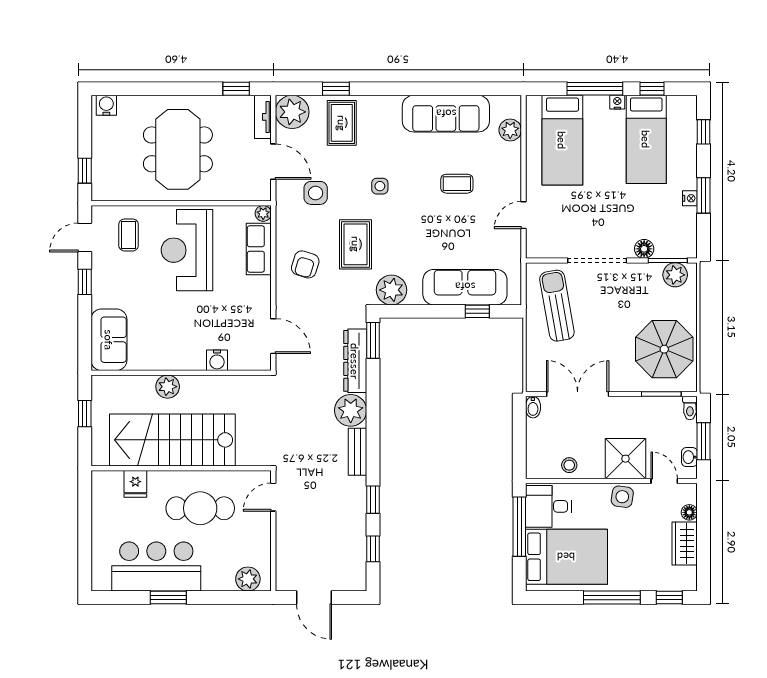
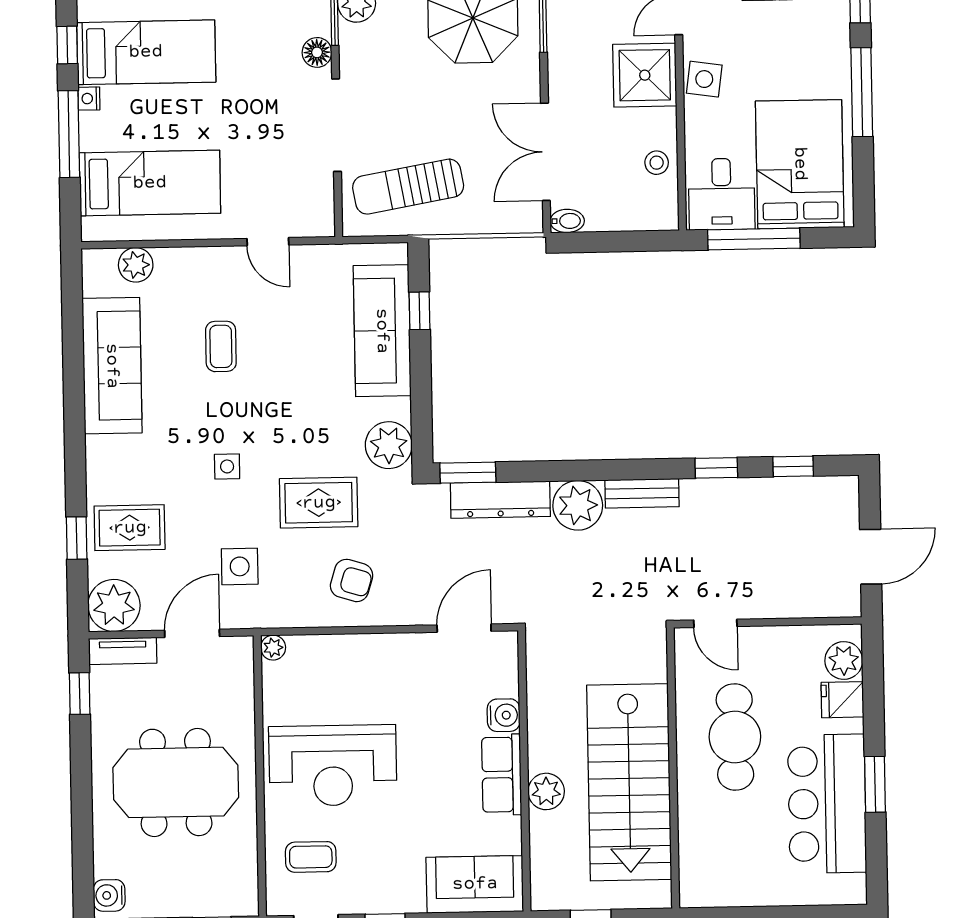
row of seats: (259, 249) -> (502, 775), moved, turned 90
fridge: (135, 484) -> (842, 700), moved, turned 180

